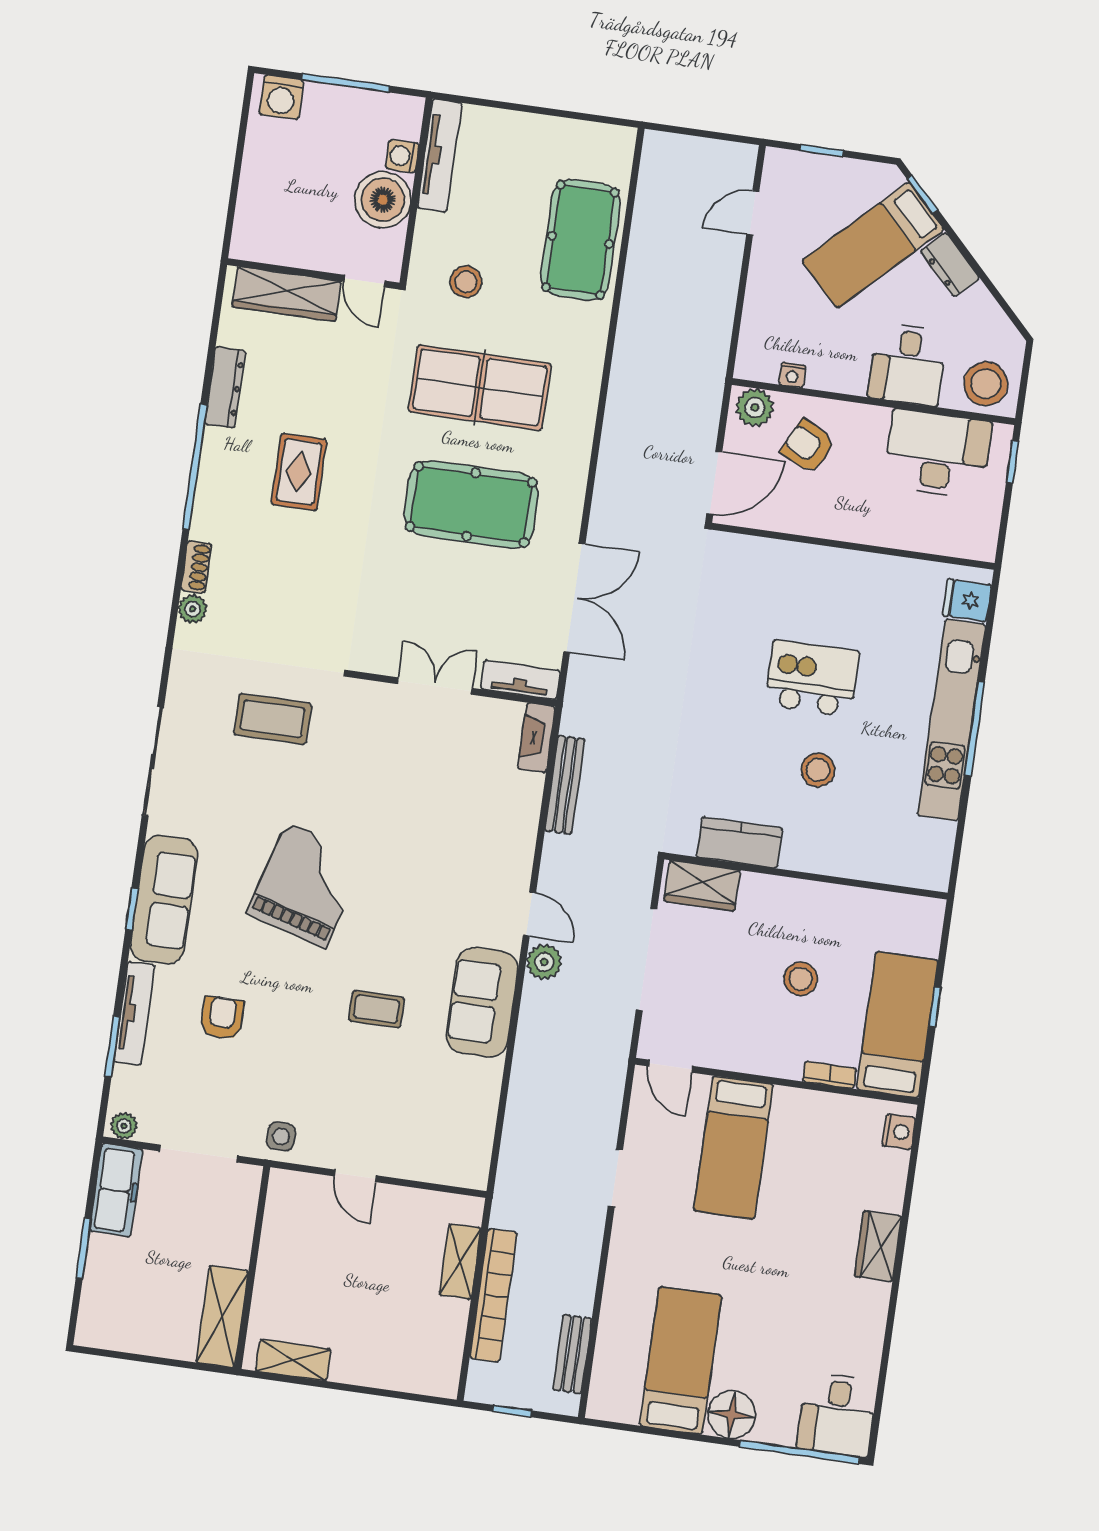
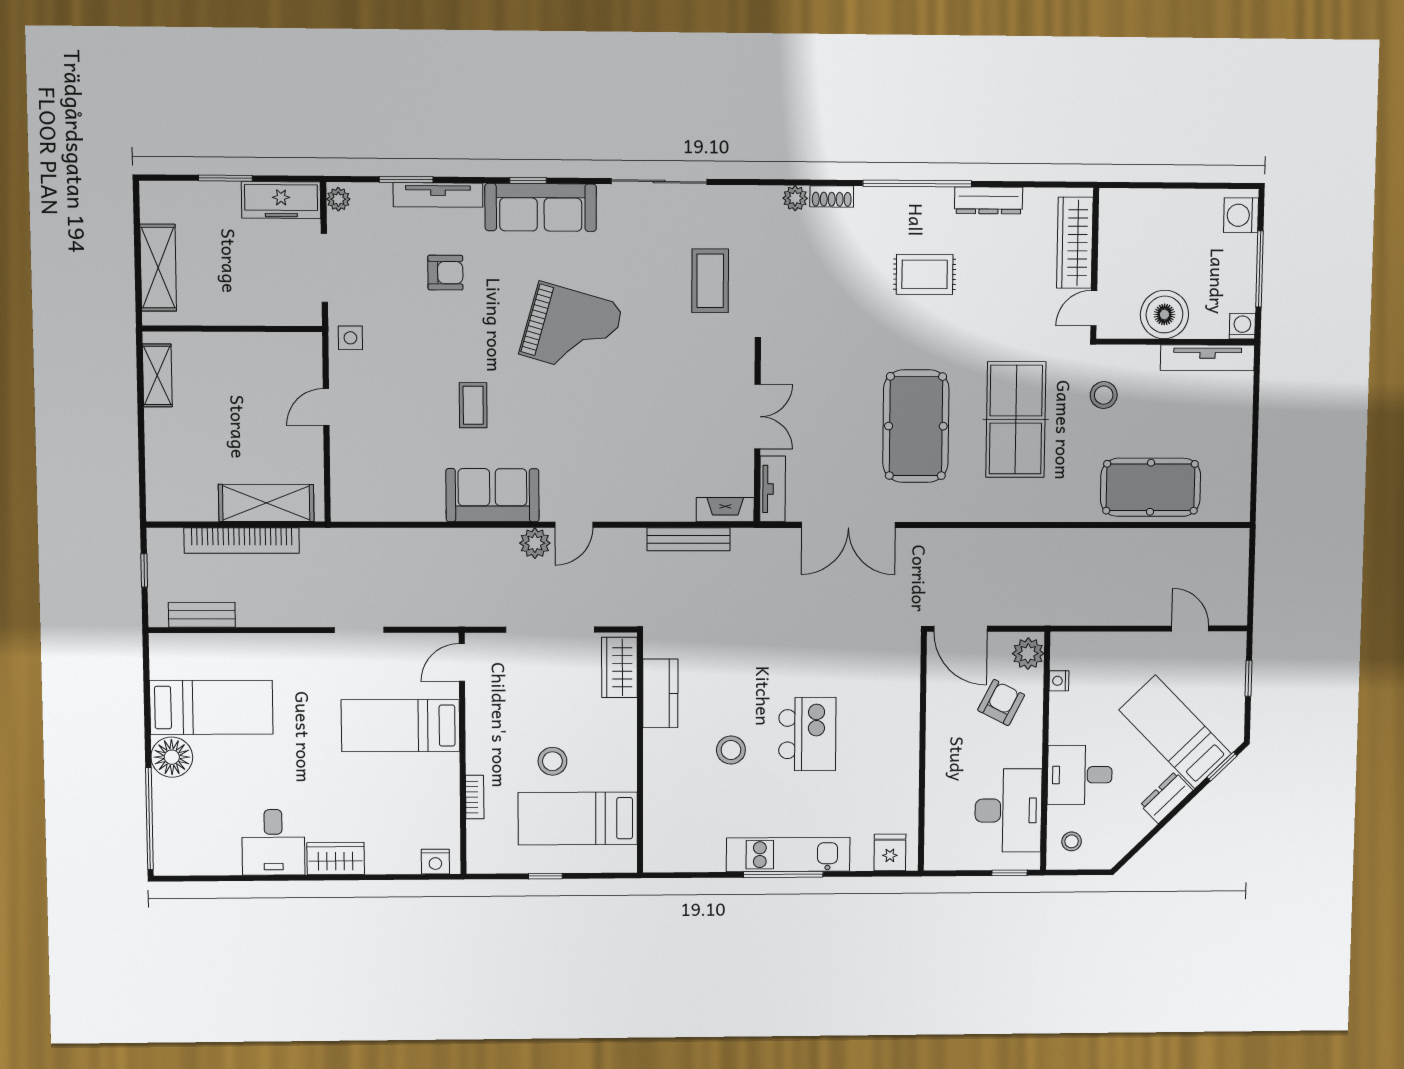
washing machine: (402, 156) -> (1242, 326), moved
stool: (986, 384) -> (1072, 841), width x0.53, depth x0.53
kitchen unit: (952, 720) -> (788, 854), width x0.73
bed: (897, 1025) -> (578, 818), moved, turned 180
shelving: (460, 1262) -> (266, 503), width x1.50, depth x1.33
shelving: (222, 1317) -> (158, 268), moved, turned 90
desk: (837, 1414) -> (273, 842), moved, turned -90

